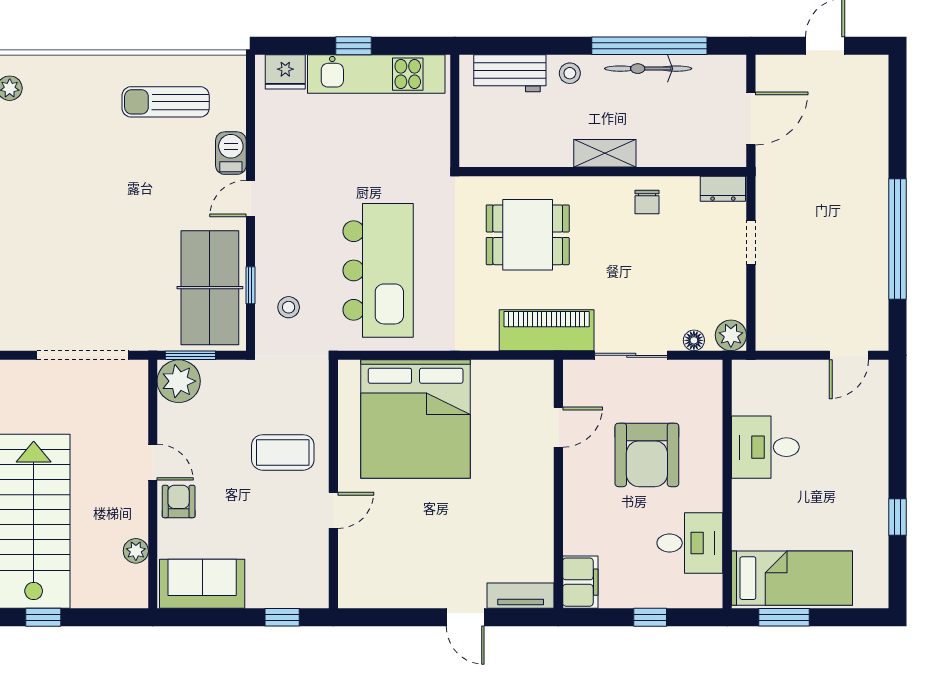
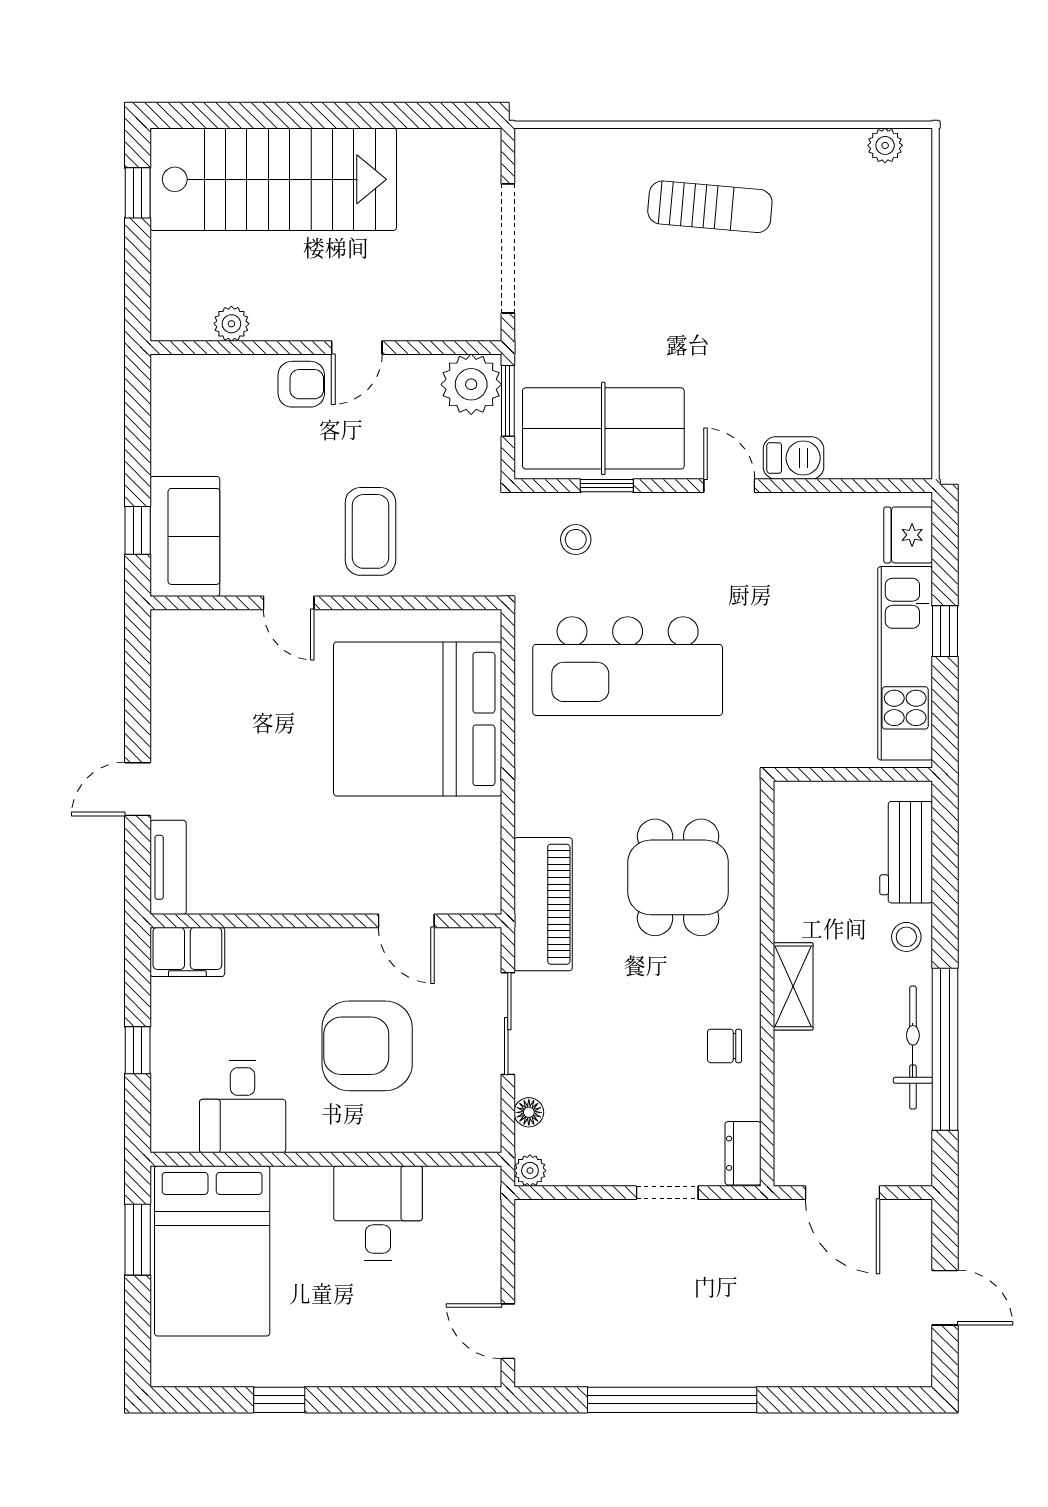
sun lounger: (166, 102) -> (710, 207), moved, turned 95
plant: (731, 335) -> (530, 1171), width x0.73, depth x0.73
bed: (792, 578) -> (212, 1251), width x1.50
sofa: (202, 584) -> (185, 536), moved

